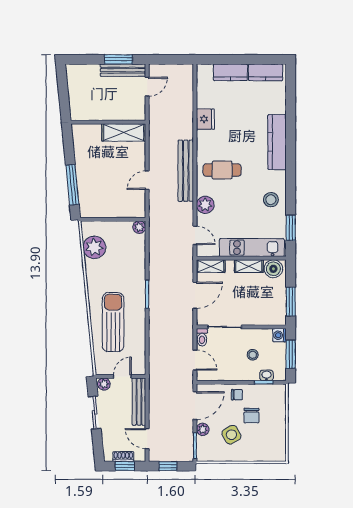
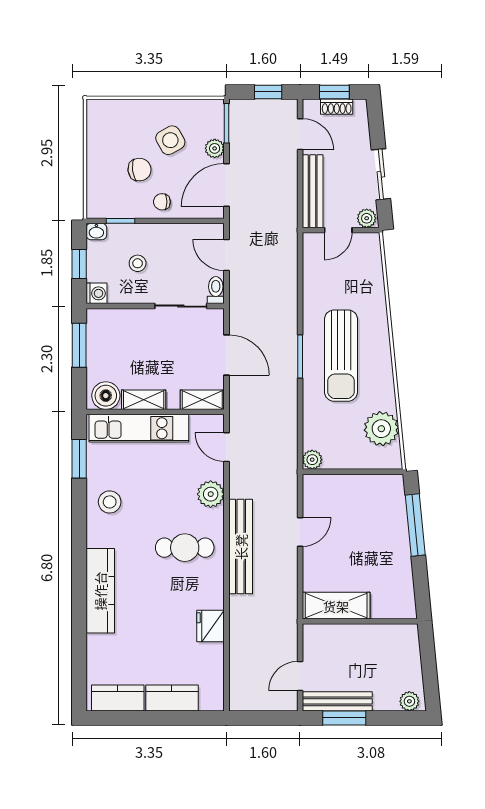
plant: (76, 70) -> (409, 701), added
door: (195, 295) -> (226, 355), swing flipped
sun lounger: (113, 322) -> (341, 356), moved
window: (291, 354) -> (79, 264), width x0.67
washbasin: (267, 375) -> (96, 232), moved
chair: (251, 416) -> (140, 170), turned 83

